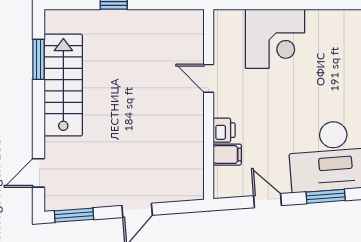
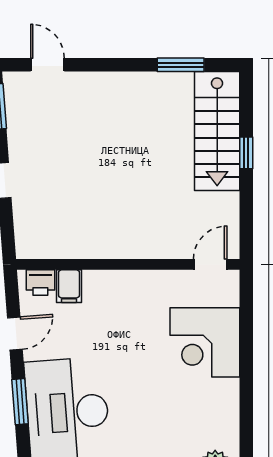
door: (209, 78) -> (210, 264), moved
stairs: (63, 85) -> (217, 131), moved, turned 90
printer: (224, 130) -> (40, 283), moved

